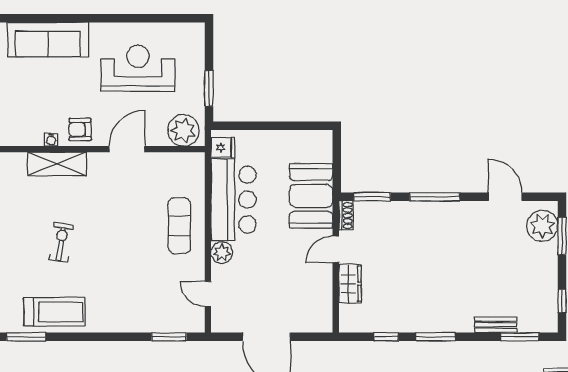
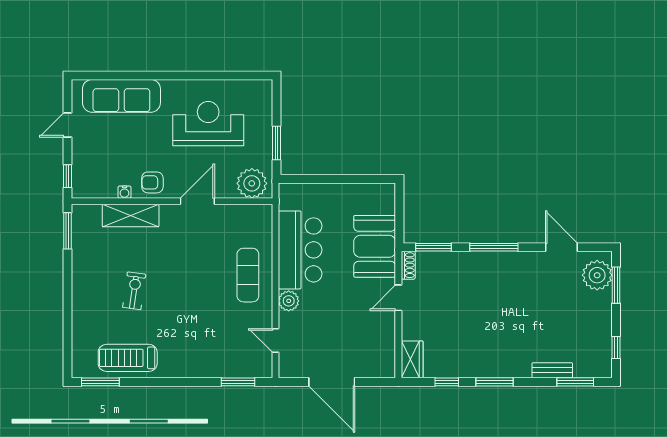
fridge: (223, 147) -> (290, 200), removed
wardrobe: (350, 284) -> (412, 359), moved
treadmill: (54, 312) -> (128, 358), turned 180

